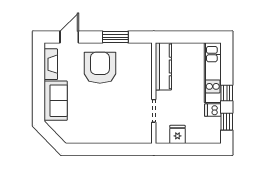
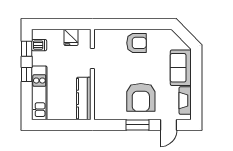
window: (115, 37) -> (138, 125), moved
dishwasher: (213, 110) -> (39, 45), moved
armchair: (105, 128) -> (137, 43), added

